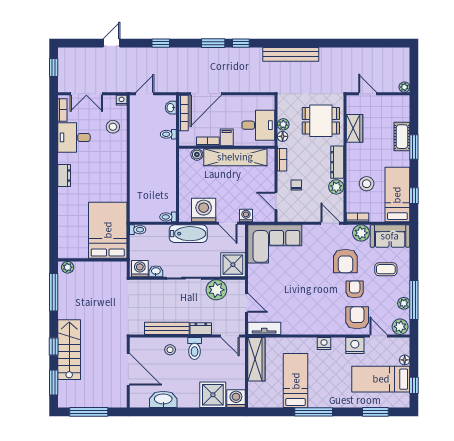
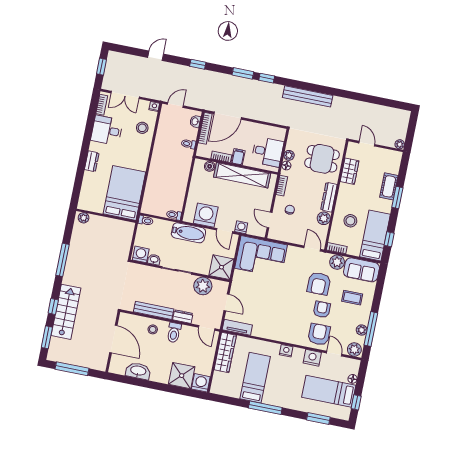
bed: (108, 230) -> (124, 193), moved
wall: (92, 260) -> (106, 216), moved
plant: (68, 267) -> (84, 218), moved

